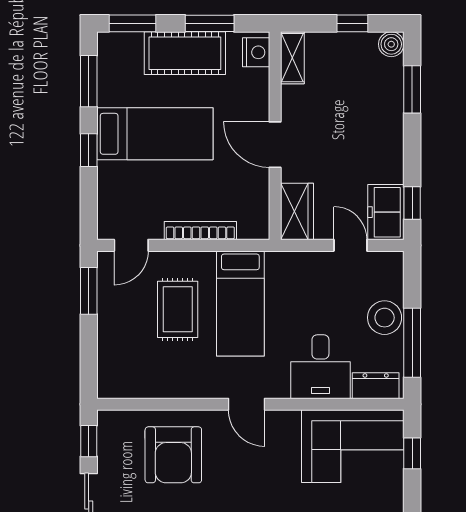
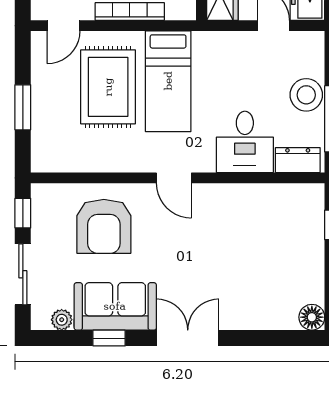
window: (89, 291) -> (23, 107), moved
rug: (178, 309) -> (108, 87), width x1.36, depth x1.43
corner sofa: (353, 446) -> (276, 218), removed

